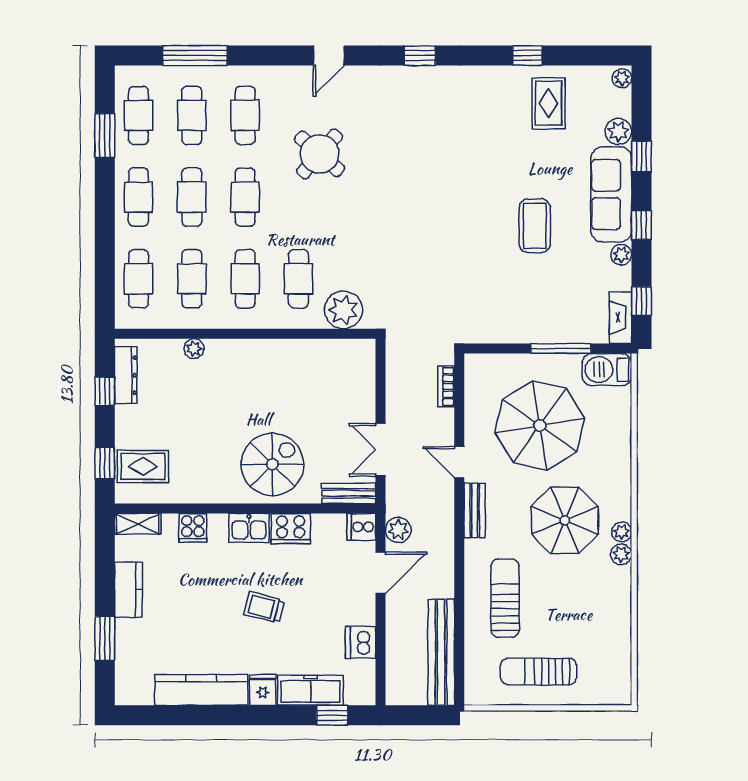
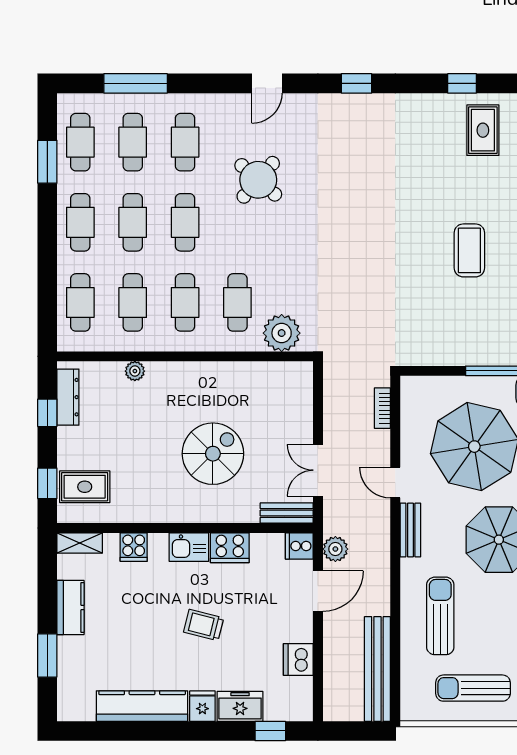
spiral stairs: (272, 464) -> (213, 454), moved
freezer: (311, 690) -> (240, 706), width x0.71

